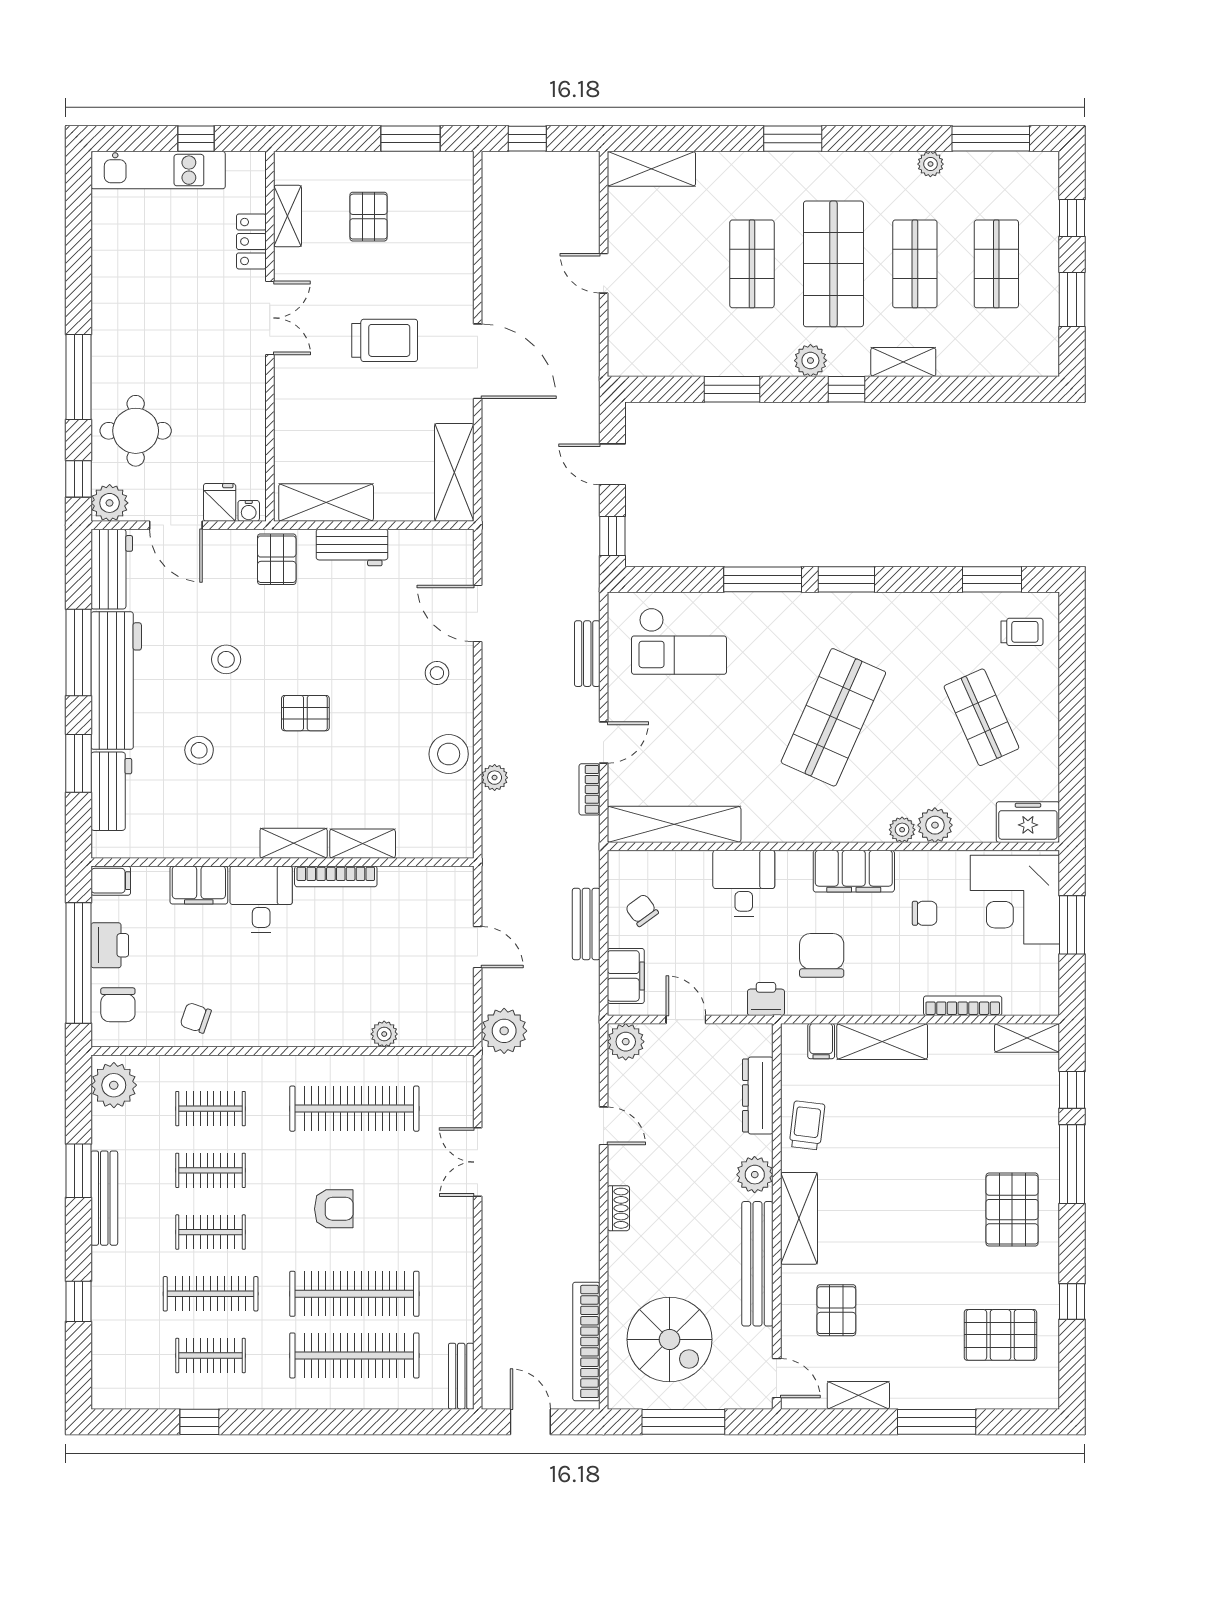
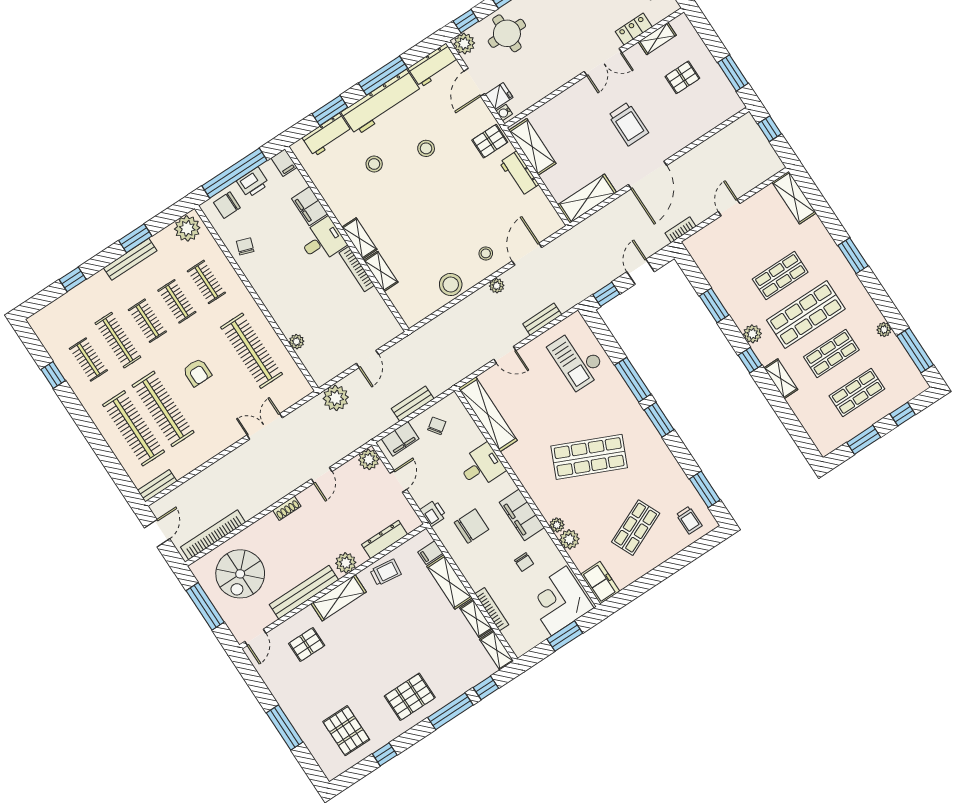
pallet: (305, 713) -> (425, 203), removed
plant: (495, 778) -> (497, 286), moved
bookcase: (589, 789) -> (681, 230), moved
shelving: (858, 1395) -> (476, 618), moved

